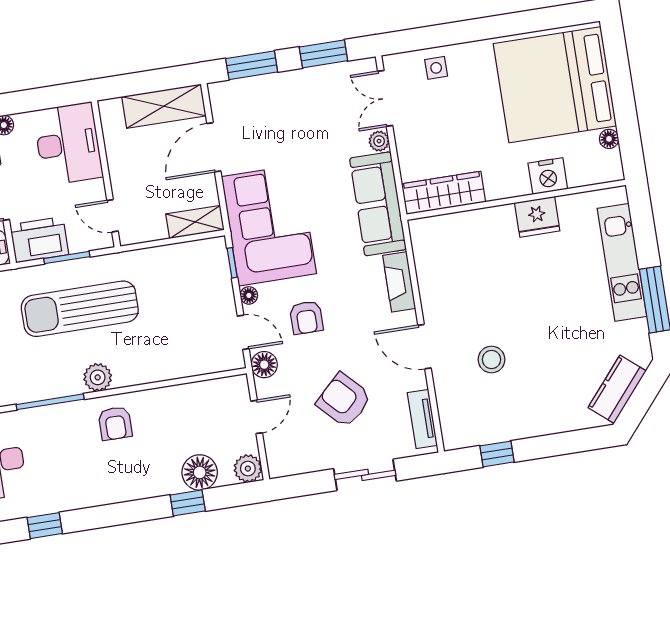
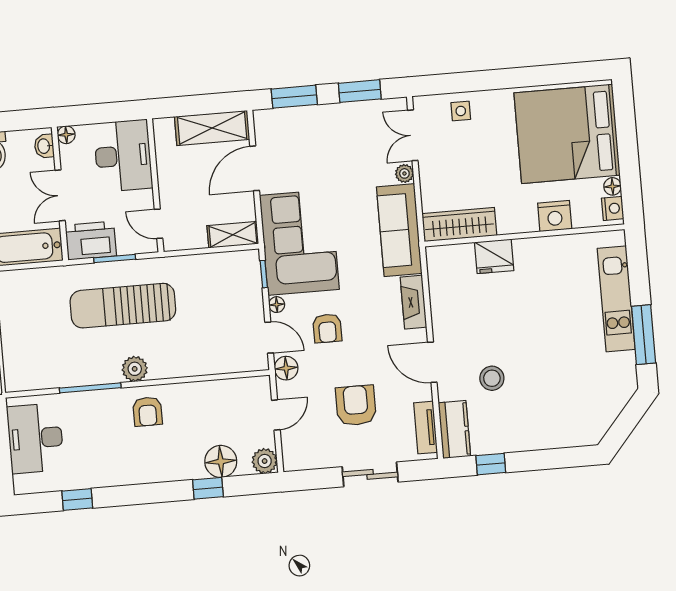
nightstand: (611, 163) -> (613, 208), added
fridge: (537, 217) -> (494, 256), moved
kitchen counter: (617, 389) -> (454, 429), moved, turned 140
armchair: (344, 400) -> (356, 405), turned 44

